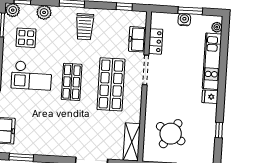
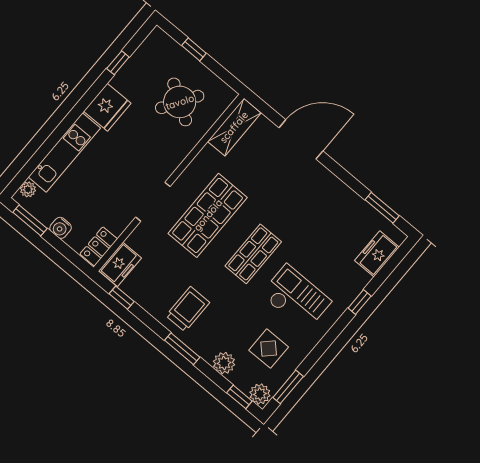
window: (190, 11) -> (30, 220), moved
freezer: (137, 39) -> (120, 264), moved
locker: (156, 41) -> (99, 247), moved
fridge: (210, 97) -> (107, 107), width x1.88, depth x1.34

